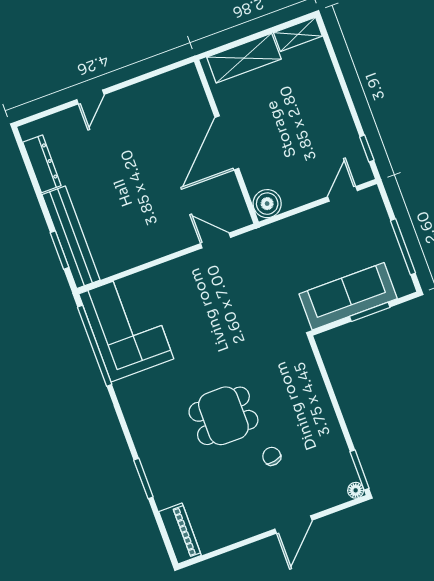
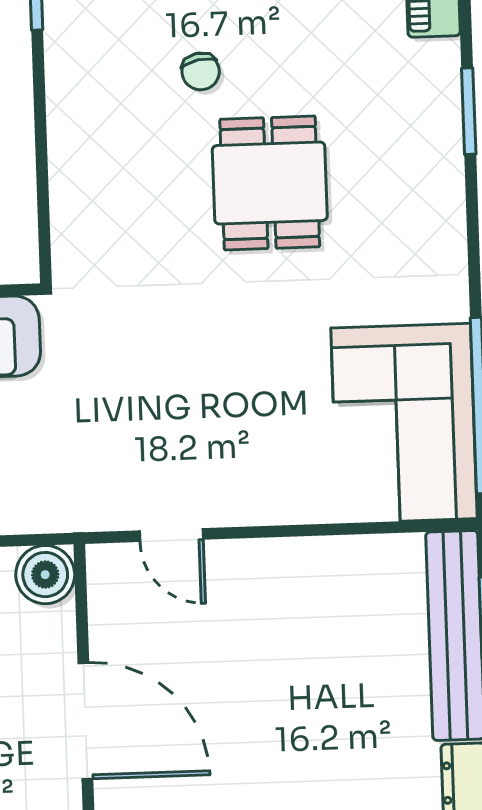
door: (227, 143) -> (85, 721), hinge flipped
dining table: (223, 416) -> (270, 183), turned 90

